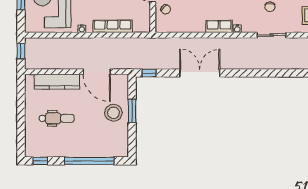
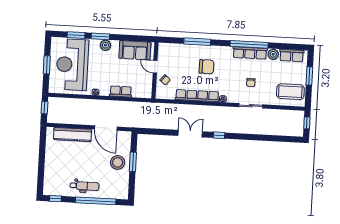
row of seats: (113, 26) -> (121, 92), width x0.68
row of seats: (219, 26) -> (197, 96), width x2.02
window: (149, 73) -> (219, 135), moved
double door: (200, 73) -> (190, 134), width x0.73
dental chair: (57, 118) -> (84, 186), moved

